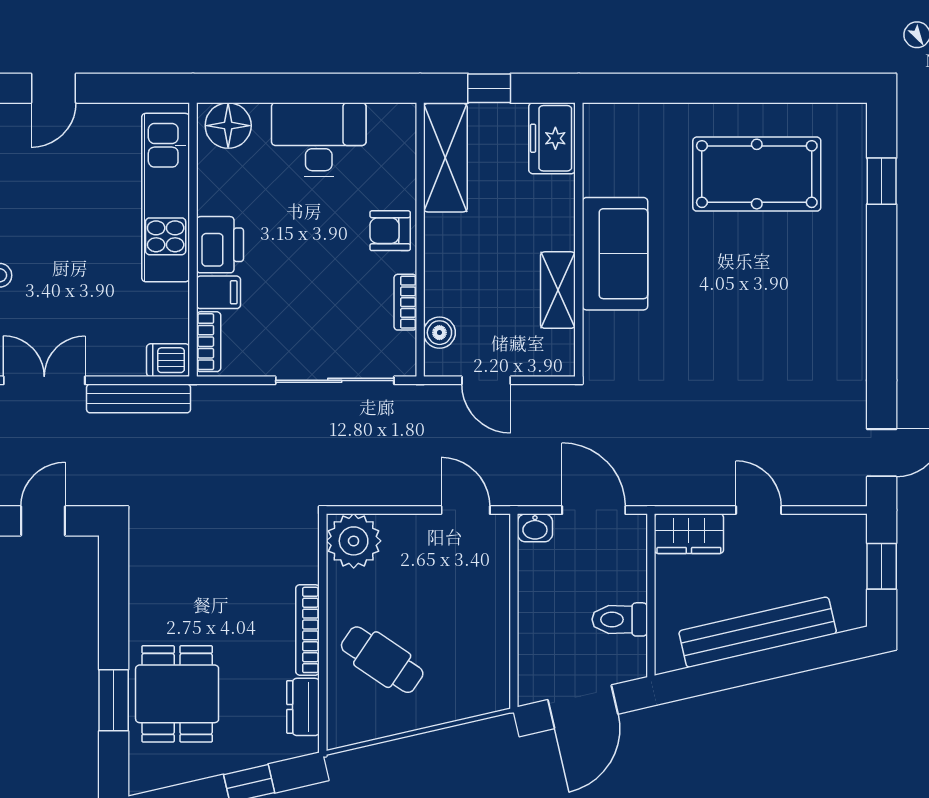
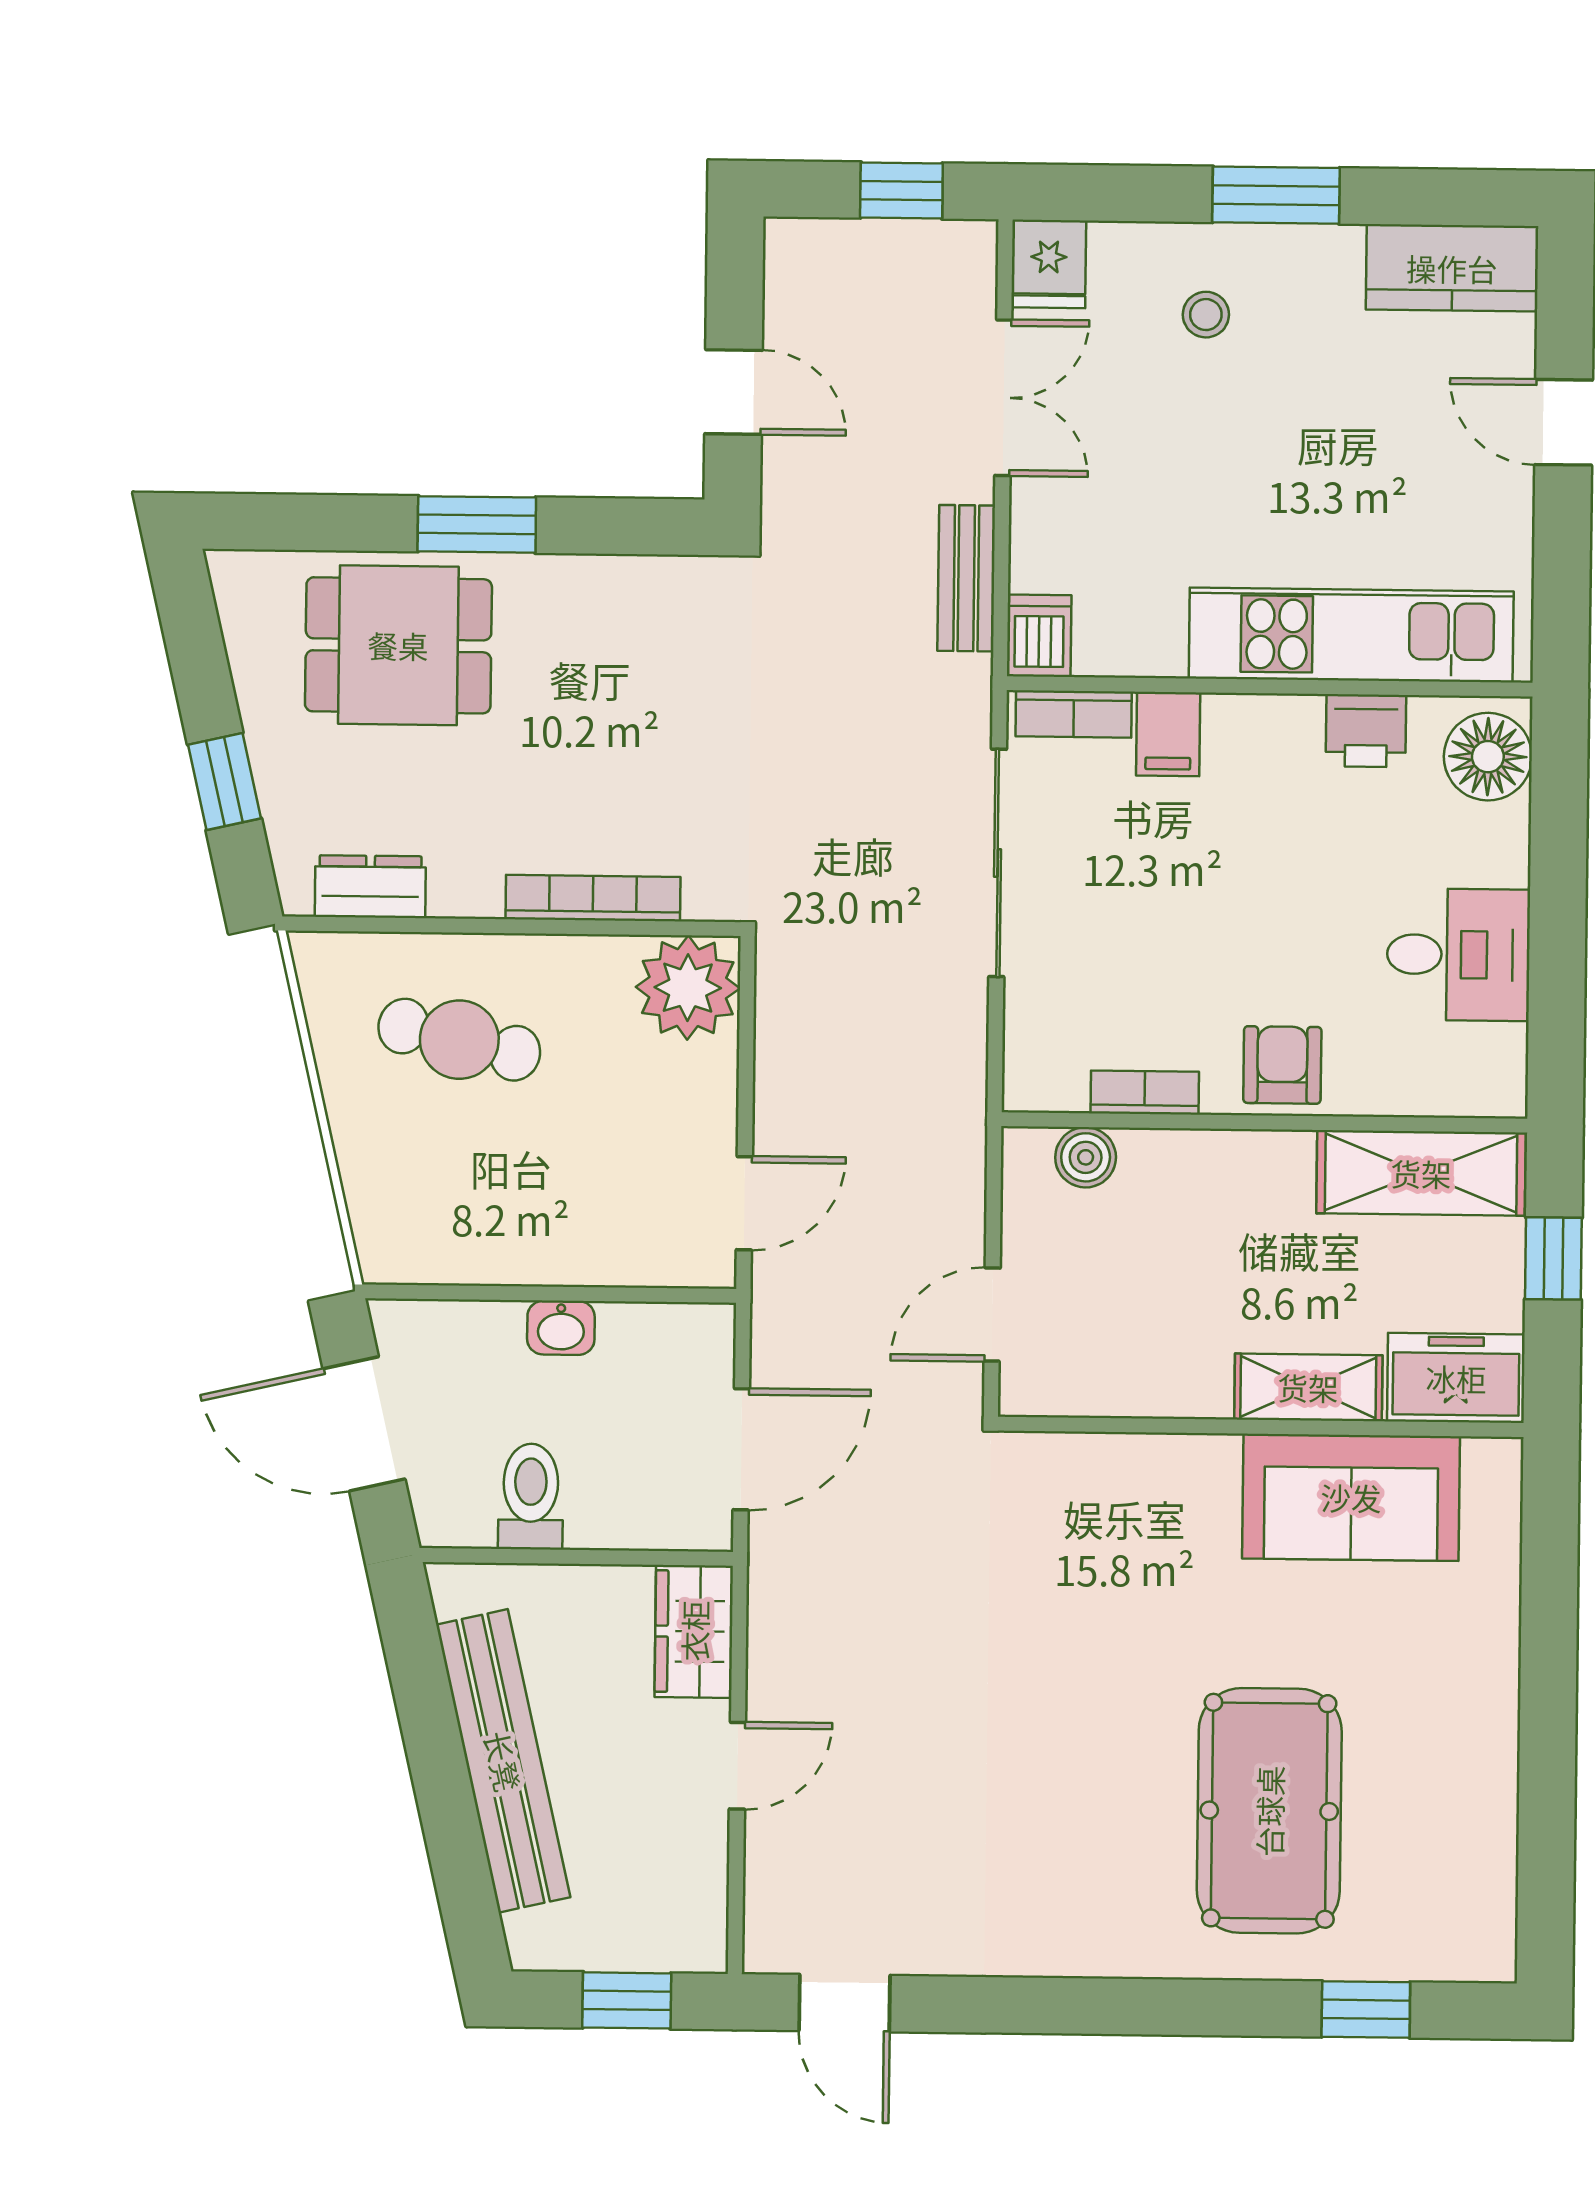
desk: (319, 140) -> (1458, 955), width x0.73
pool table: (757, 174) -> (1269, 1811), moved
printer: (220, 245) -> (1366, 731), moved, width x0.73, depth x0.81
sofa: (615, 254) -> (1351, 1497), moved
shelving: (558, 290) -> (1308, 1387), moved
sliding door: (335, 380) -> (998, 863), moved
door: (486, 380) -> (992, 1315), moved
bench: (139, 398) -> (966, 578), width x0.73
washbasin: (535, 528) -> (561, 1328), moved, turned -90
bookcase: (308, 630) -> (593, 898), moved
cafe table: (382, 660) -> (459, 1040), turned 69
window: (114, 700) -> (477, 524), moved

